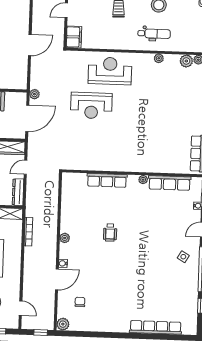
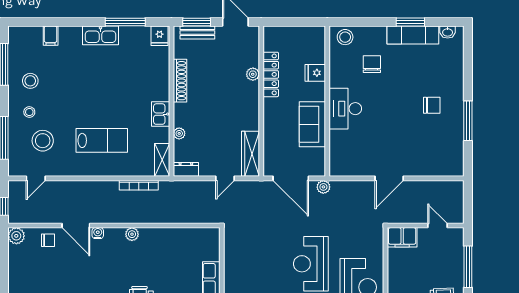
door: (30, 45) -> (389, 178), hinge flipped
door: (26, 167) -> (225, 178), swing flipped
dresser: (18, 192) -> (186, 169), width x0.70
chair: (80, 302) -> (48, 240), moved

